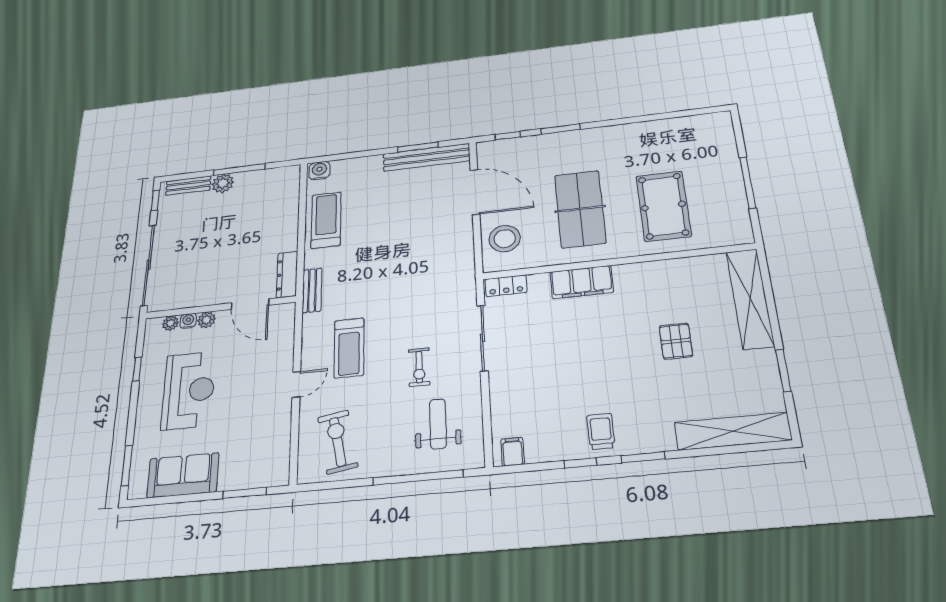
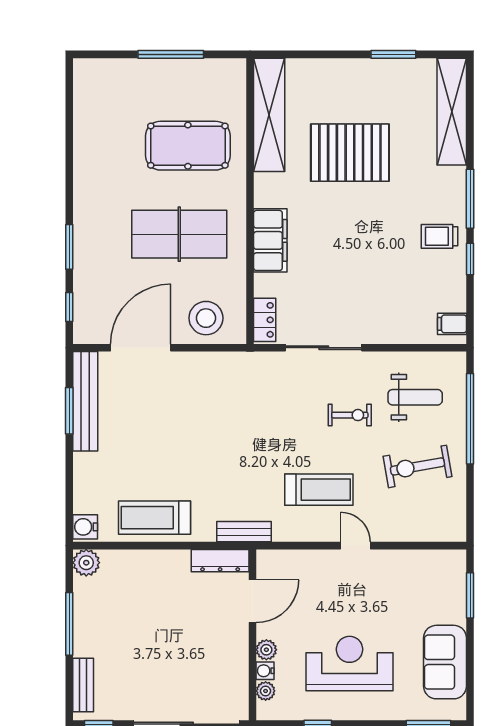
plant: (223, 183) -> (86, 563), moved
shelving: (750, 298) -> (269, 115), moved, turned 90
pallet: (676, 341) -> (350, 153), width x2.05, depth x2.00
weight bench: (438, 424) -> (415, 397), turned 180
exercise bike: (338, 442) -> (417, 466), moved
window: (643, 457) -> (470, 199), width x1.44

